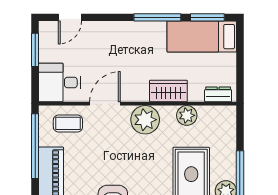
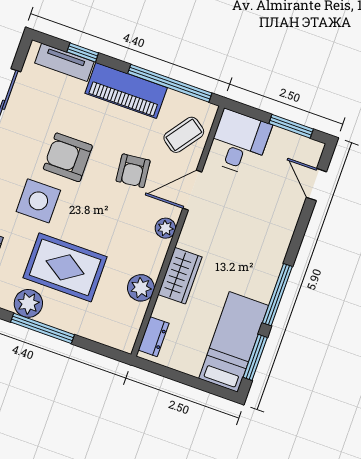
door: (105, 104) -> (192, 190), swing flipped
plant: (145, 120) -> (165, 228), width x0.53, depth x0.53
coffee table: (68, 123) -> (184, 135), turned 36
armchair: (106, 150) -> (133, 171), added

